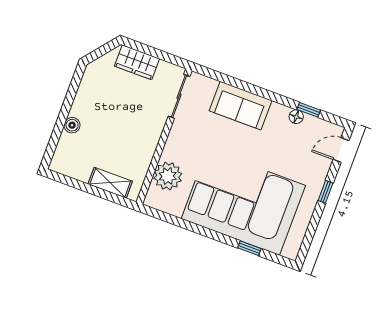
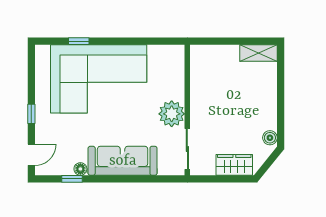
sofa: (241, 106) -> (123, 161), width x1.36
boiler: (72, 125) -> (270, 138), moved
plant: (168, 176) -> (172, 114), moved
shelving: (110, 183) -> (259, 53), moved

